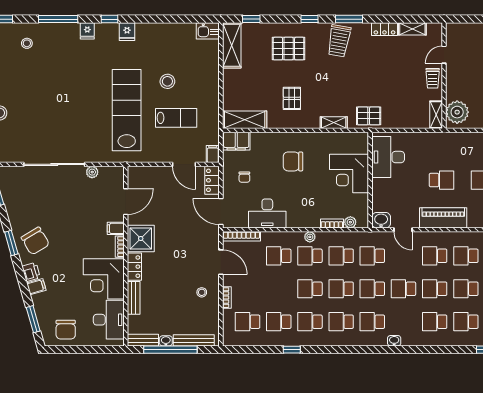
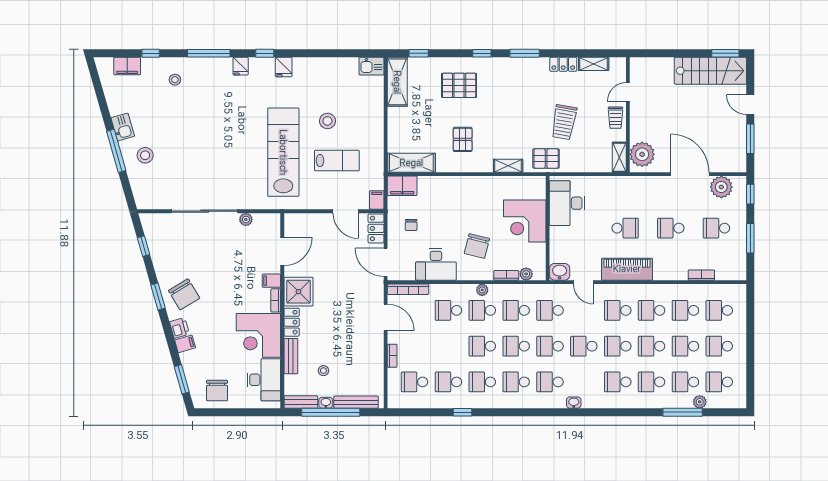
trolley: (339, 41) -> (564, 122), moved
chair: (293, 161) -> (477, 246), moved, turned -76
stool: (202, 292) -> (323, 371), moved

